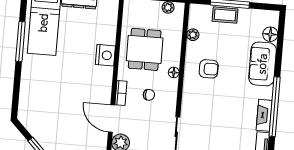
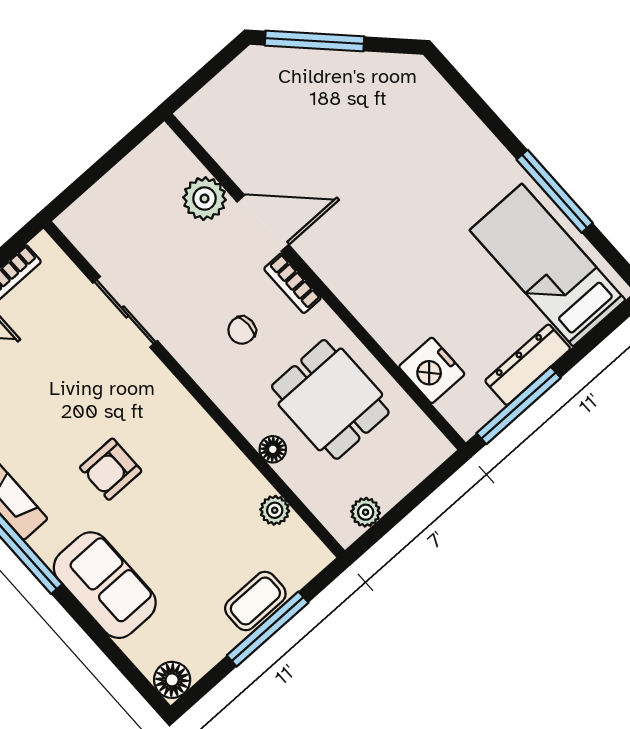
floor lamp: (270, 34) -> (172, 680), moved
nightstand: (105, 55) -> (432, 370), moved
armchair: (209, 69) -> (111, 469), moved
floor lamp: (174, 72) -> (273, 449), moved

